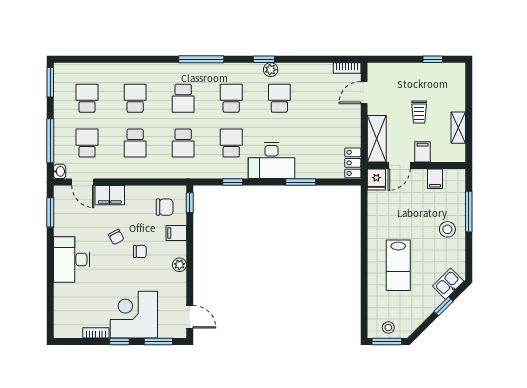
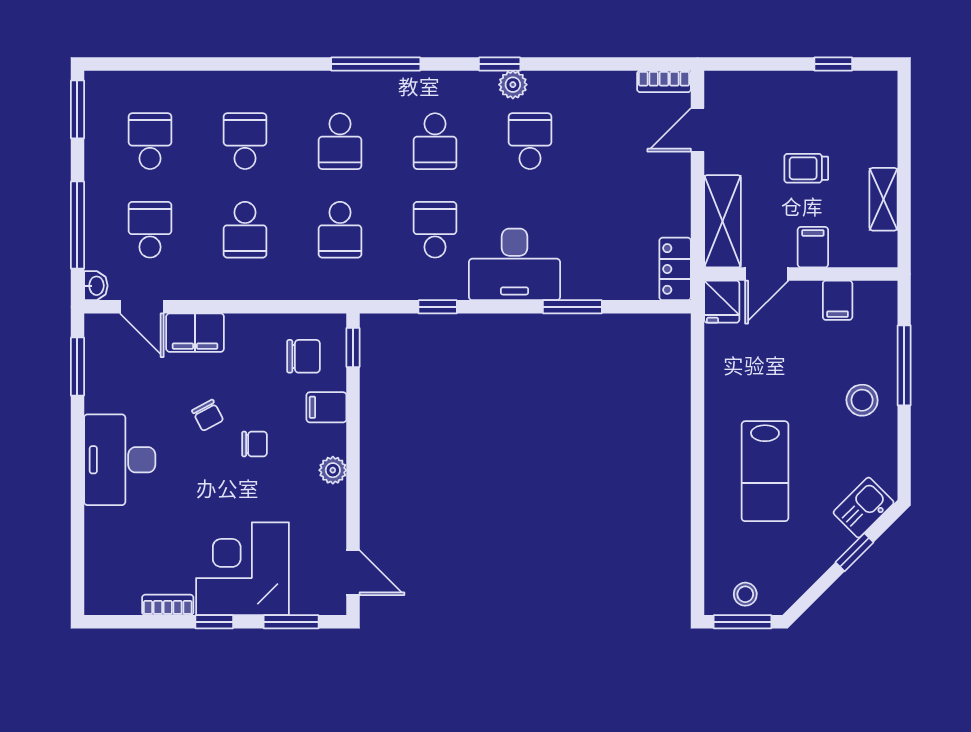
school desk: (231, 98) -> (435, 141), turned 180
trolley: (419, 112) -> (806, 168), turned 90

